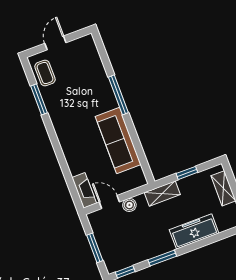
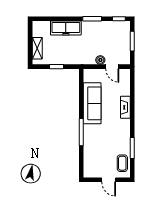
door: (55, 43) -> (109, 180), hinge flipped
fireplace: (84, 190) -> (125, 107), moved
shelving: (162, 194) -> (77, 59), removed

